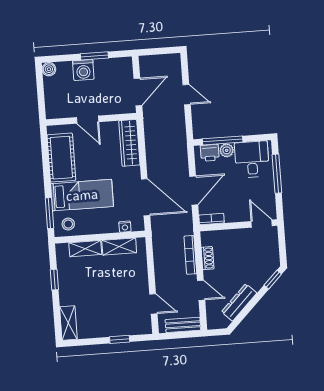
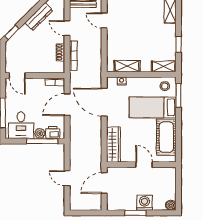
shelving: (85, 249) -> (164, 66), moved

